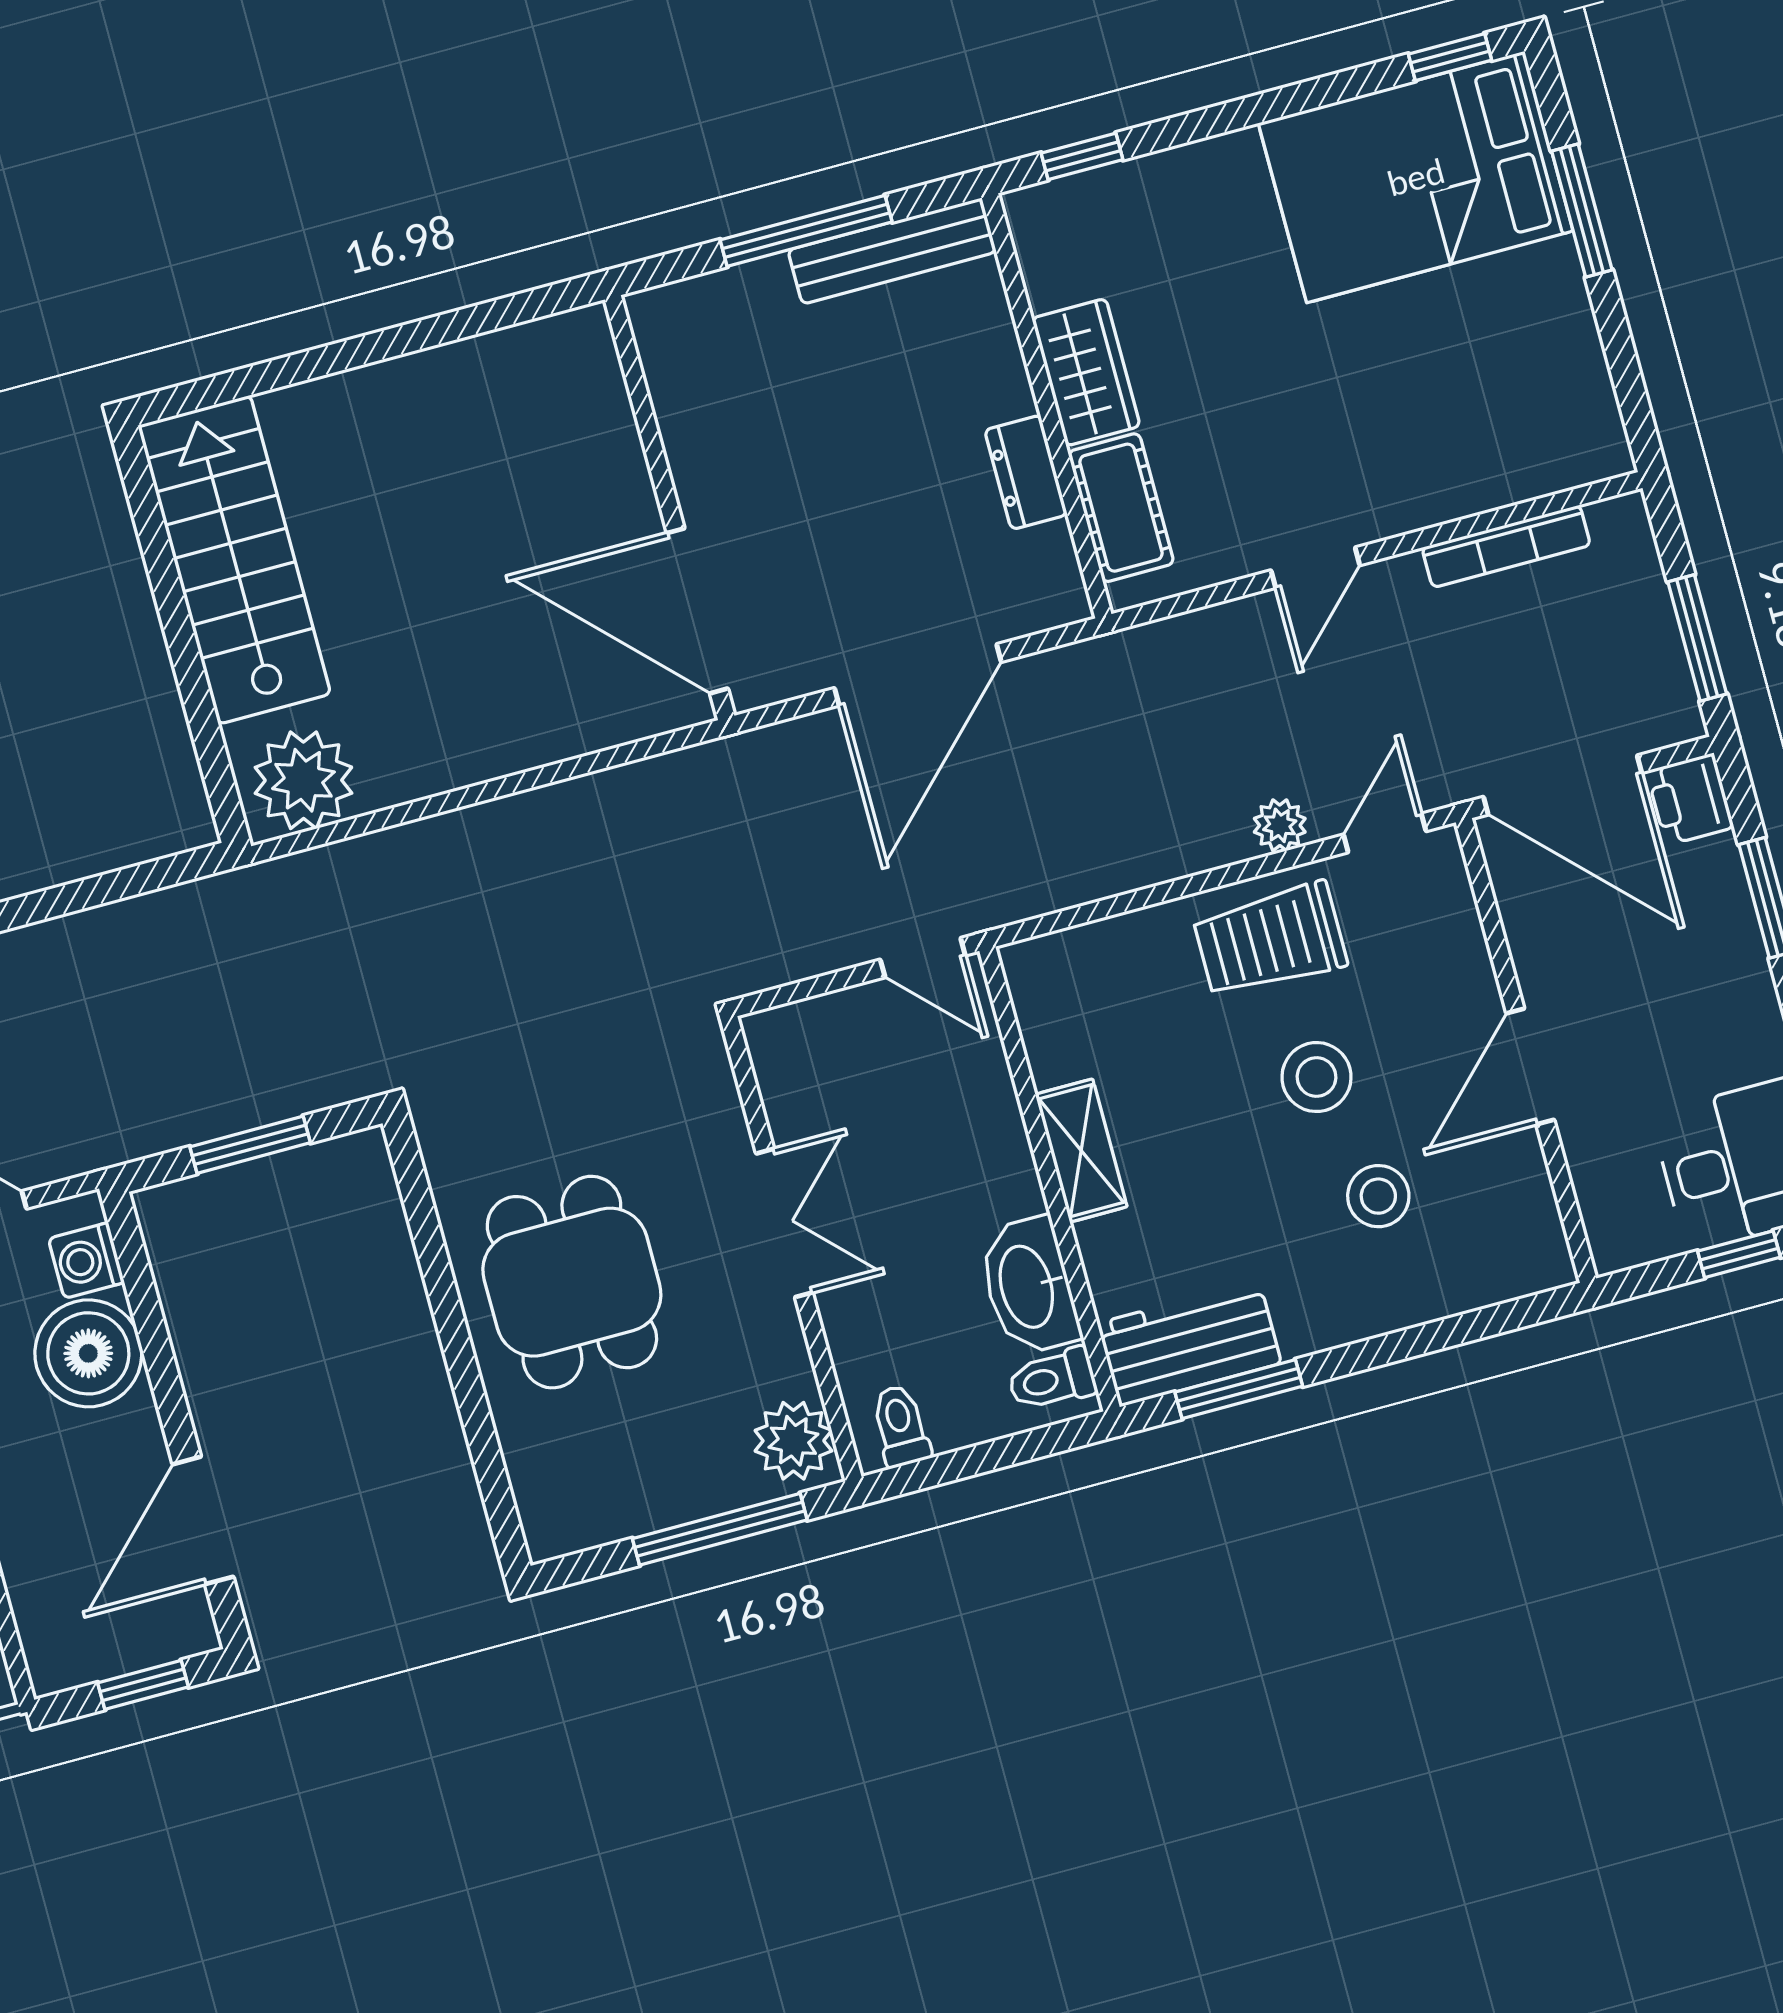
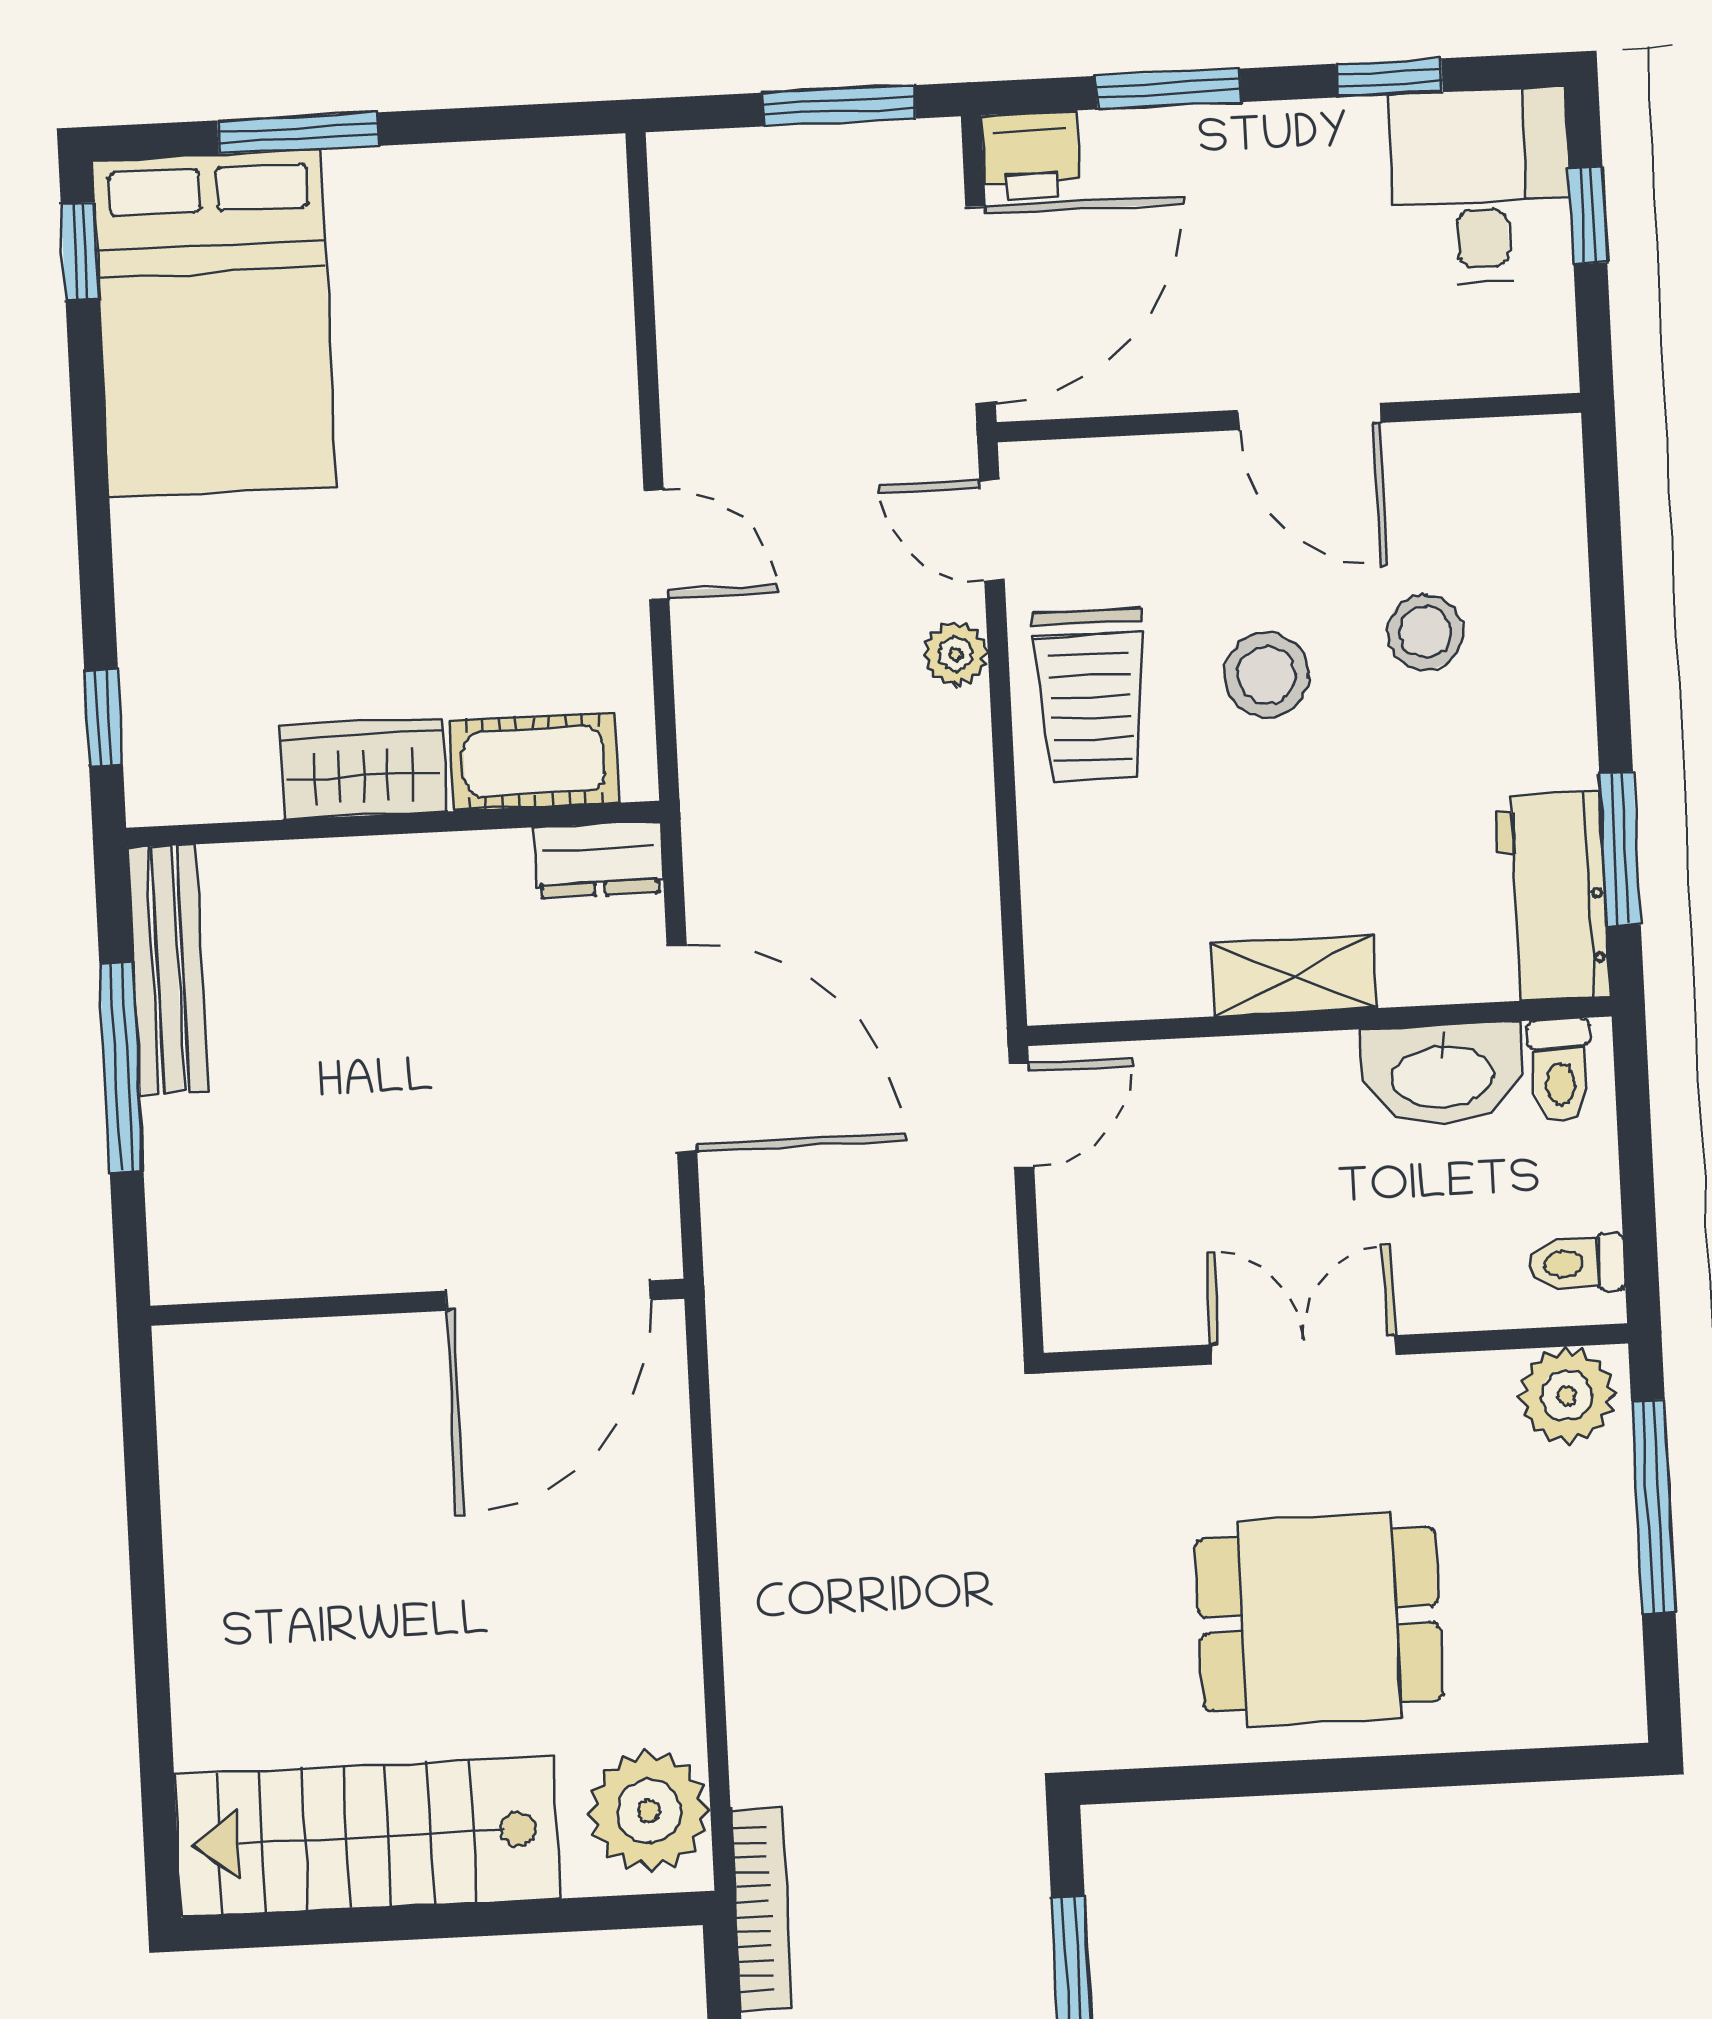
dresser: (1026, 472) -> (599, 860), moved
bookcase: (1506, 546) -> (761, 1909), moved

